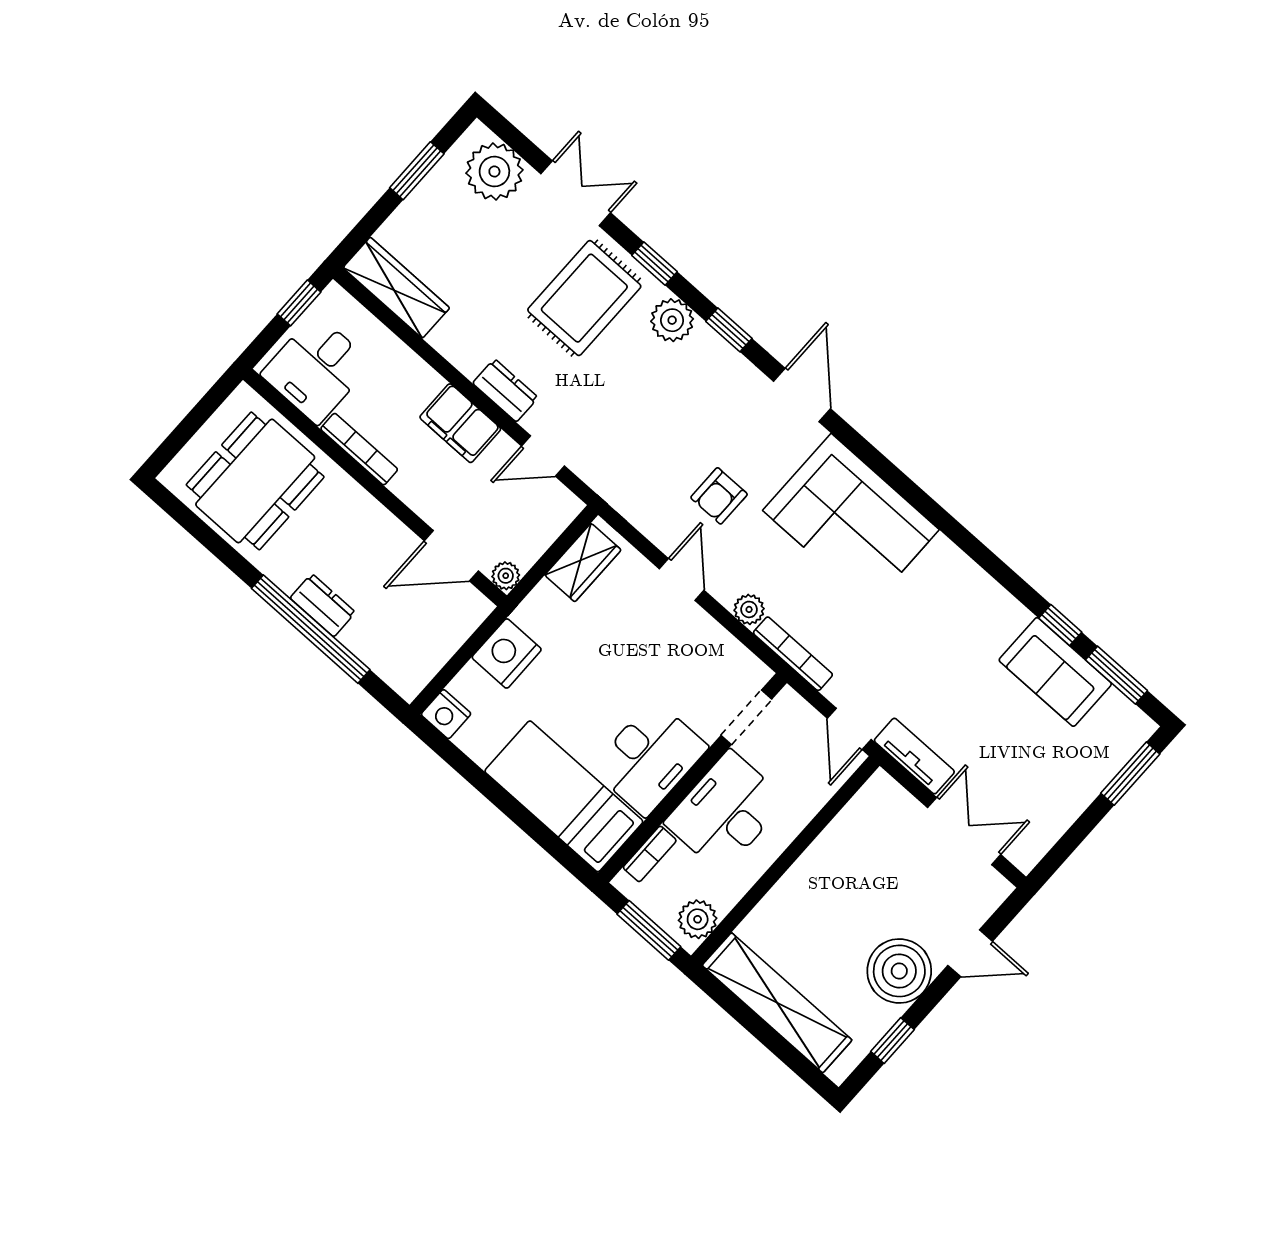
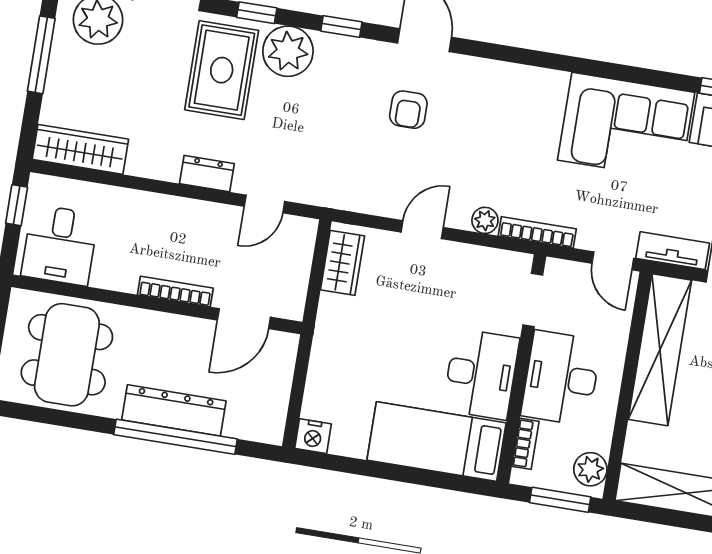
window: (417, 171) -> (41, 55), width x1.44
plant: (672, 320) -> (288, 51), width x1.36, depth x1.36
filing cabinet: (460, 423) -> (189, 218), removed
bookcase: (359, 449) -> (175, 291), moved
armchair: (719, 496) -> (408, 110), moved
corner sofa: (851, 520) -> (626, 126), moved
plant: (506, 576) -> (293, 308), removed
door: (682, 579) -> (422, 230), hinge flipped
dresser: (323, 605) -> (174, 410), width x1.96, depth x1.24
nightstand: (507, 653) -> (329, 364), removed
shelving: (840, 845) -> (660, 350), added

